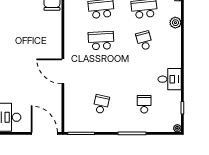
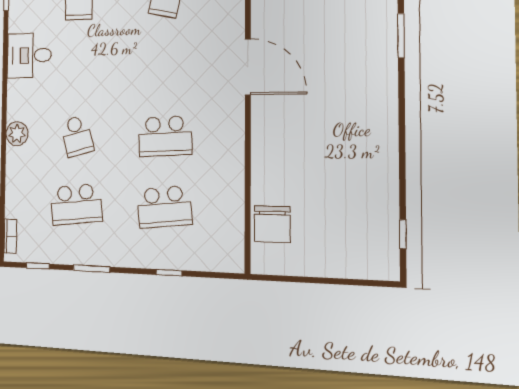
plant: (175, 23) -> (17, 134), moved

